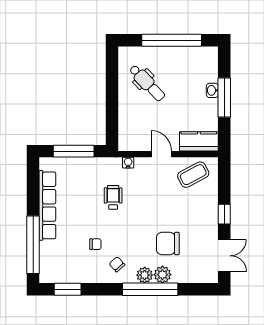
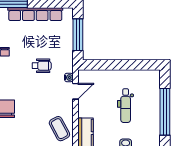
dental chair: (147, 83) -> (126, 106), moved, turned -46
door: (161, 154) -> (76, 91), moved

